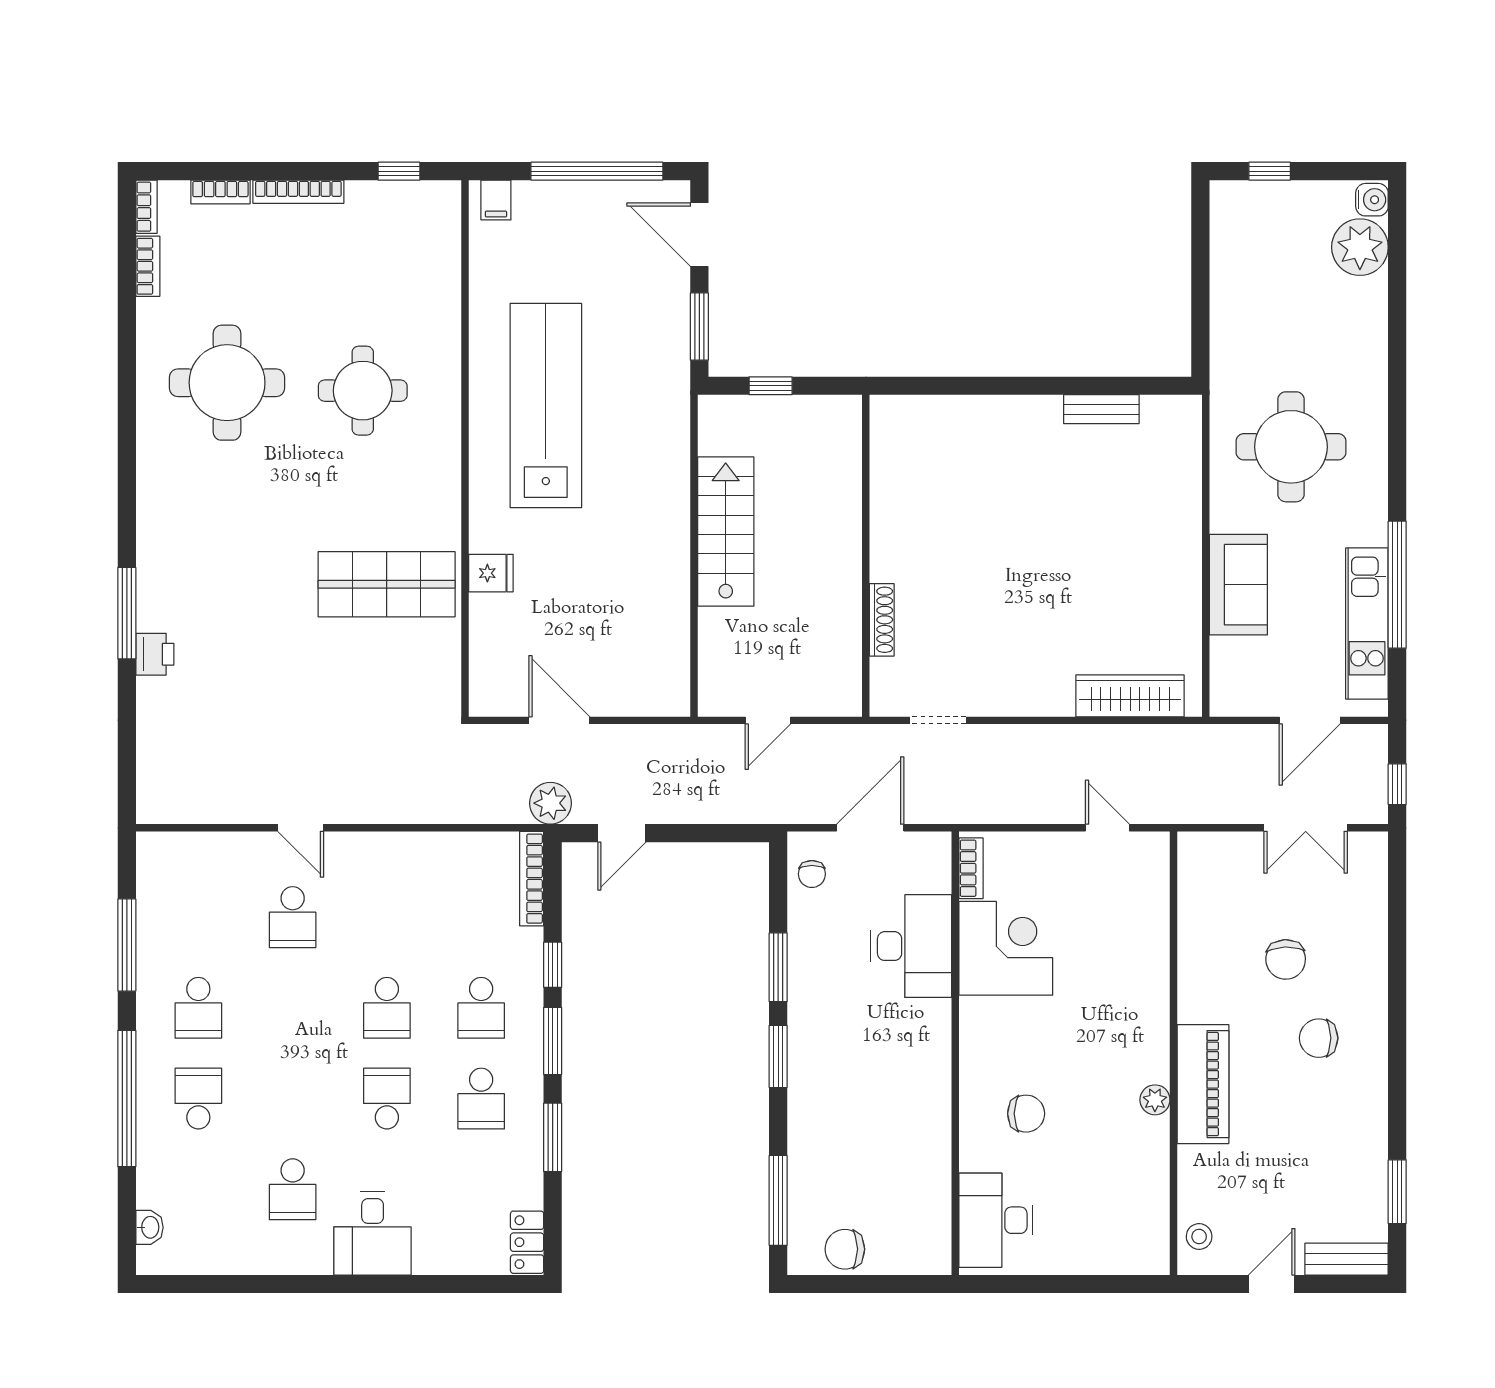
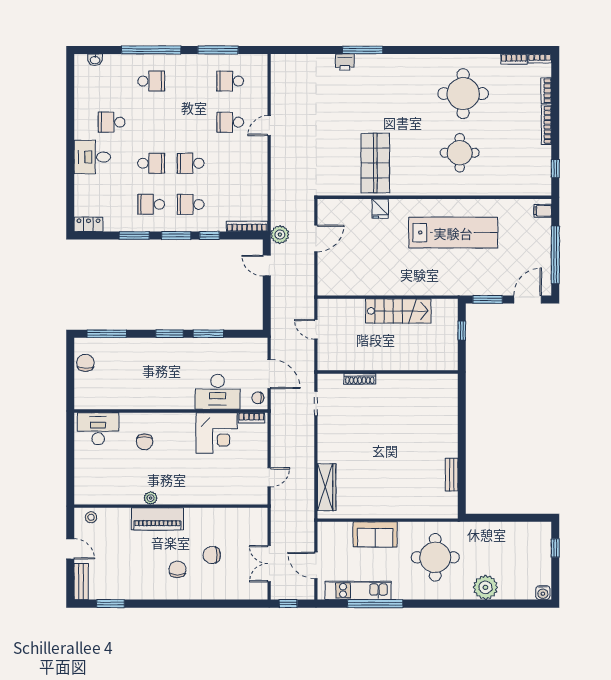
plant: (1360, 247) -> (485, 587), moved
chair: (812, 874) -> (258, 398), moved
school desk: (198, 1008) -> (230, 81), moved

